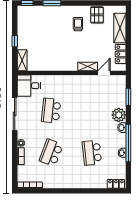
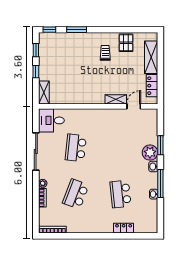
window: (15, 22) -> (36, 50), added
window: (128, 97) -> (160, 145), moved
window: (128, 143) -> (160, 183), width x0.68
locker: (116, 184) -> (124, 228), moved

